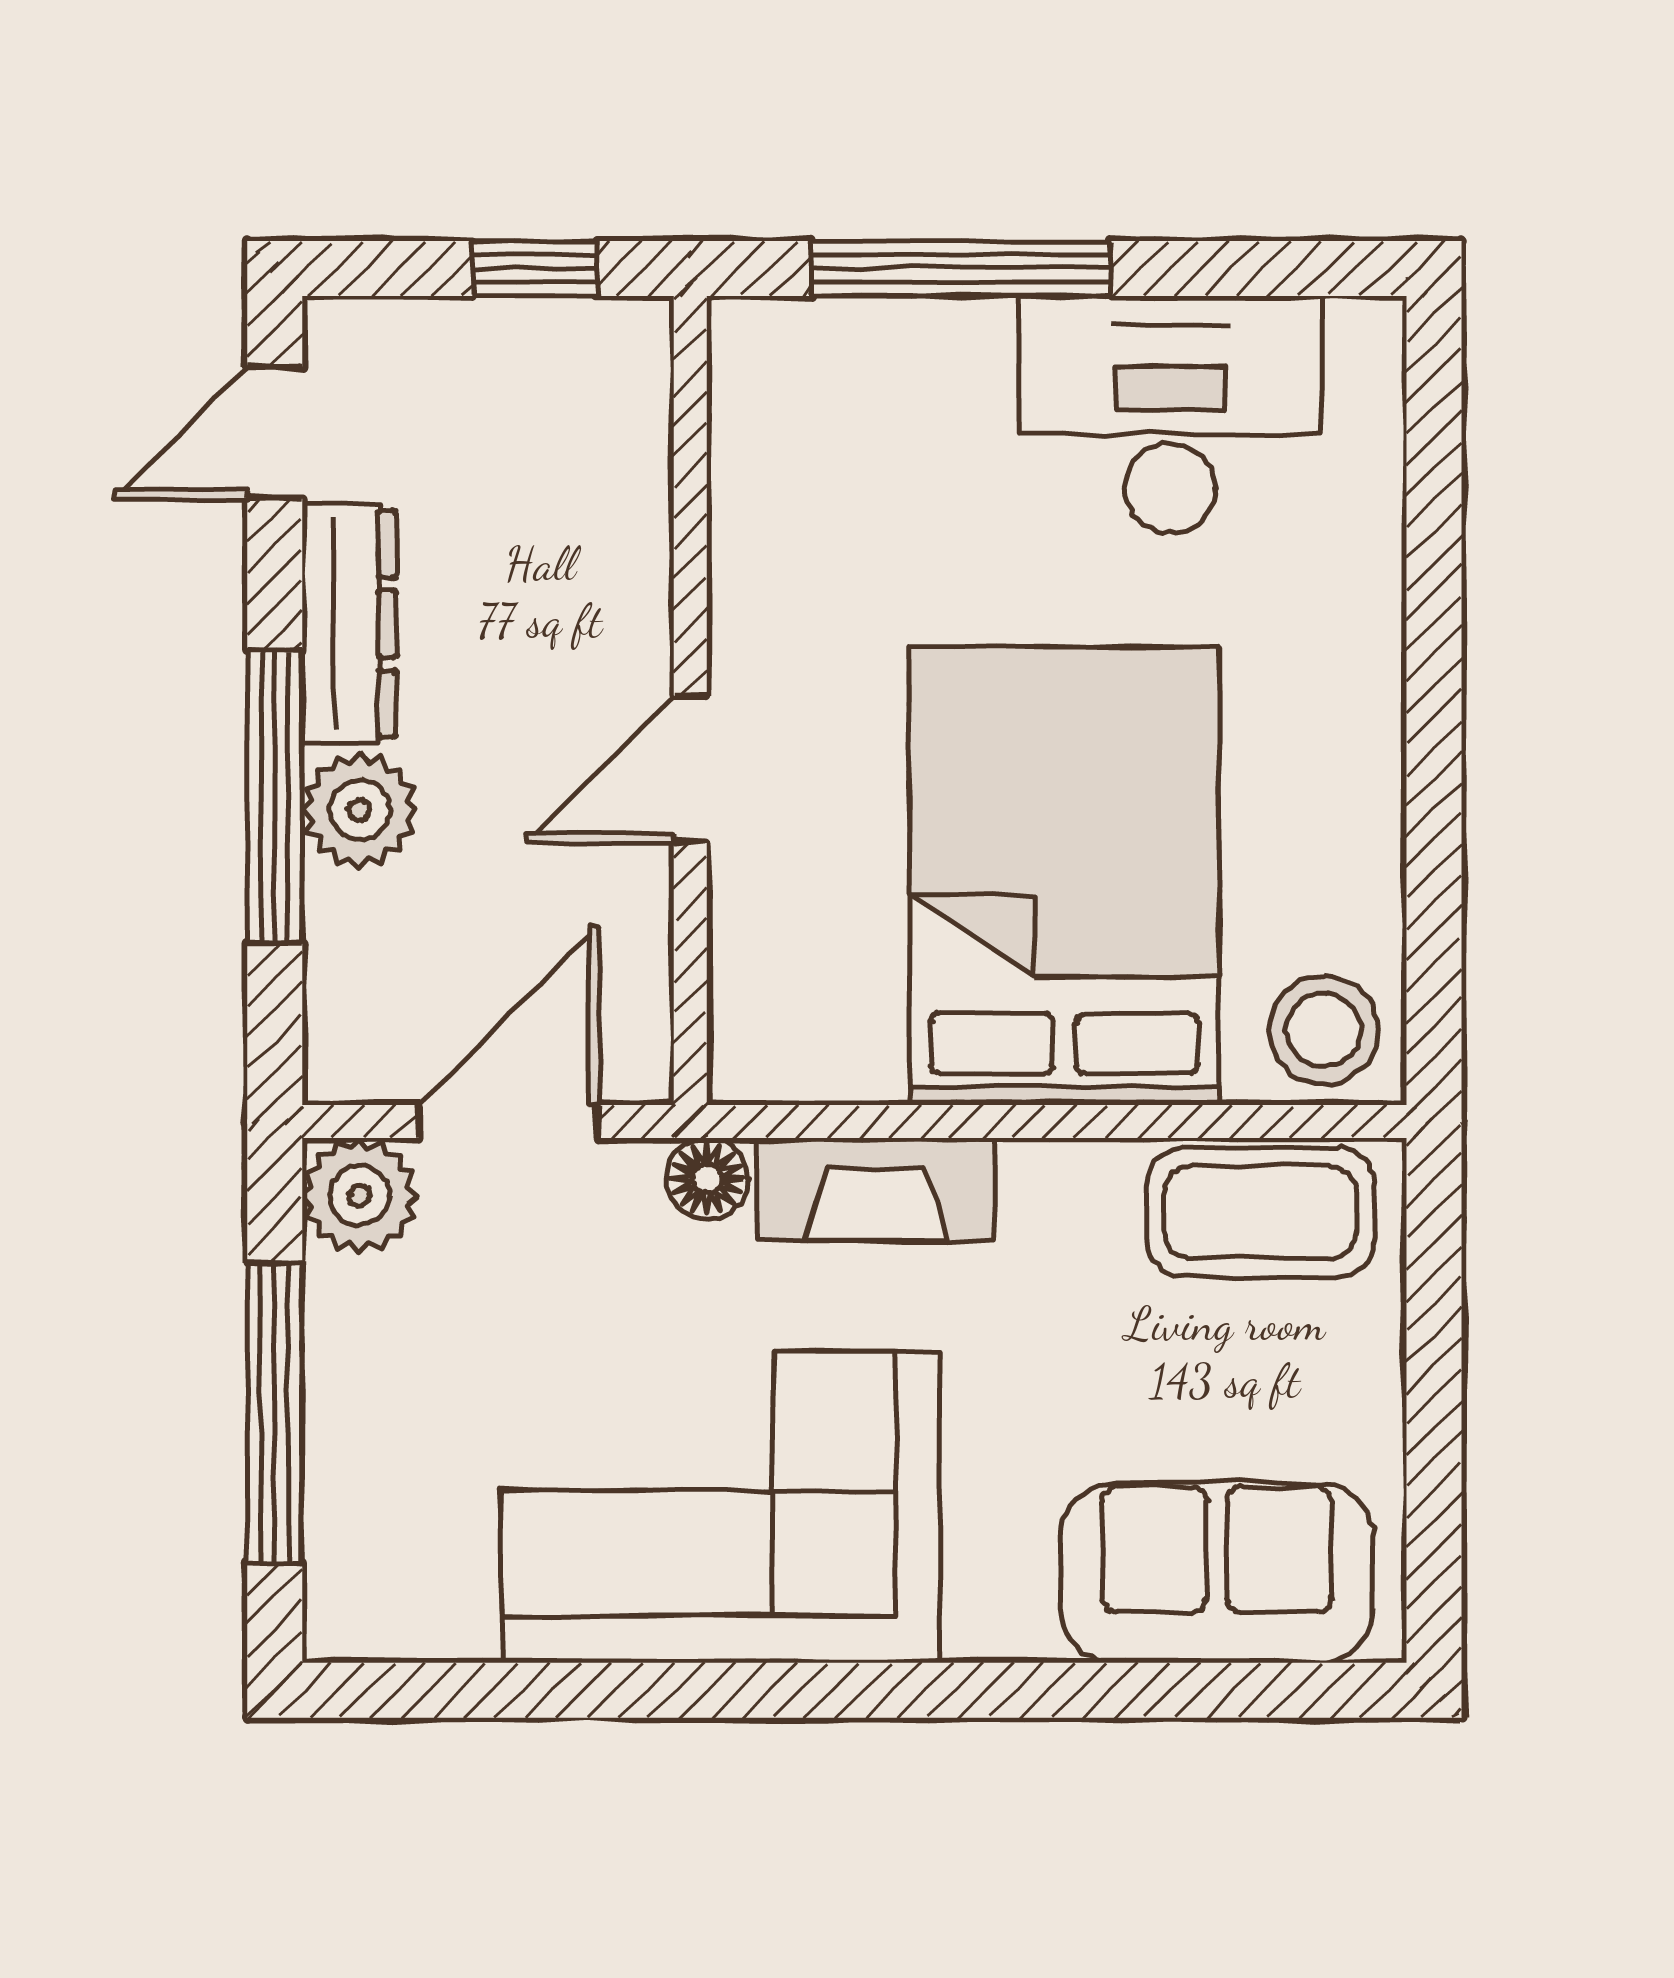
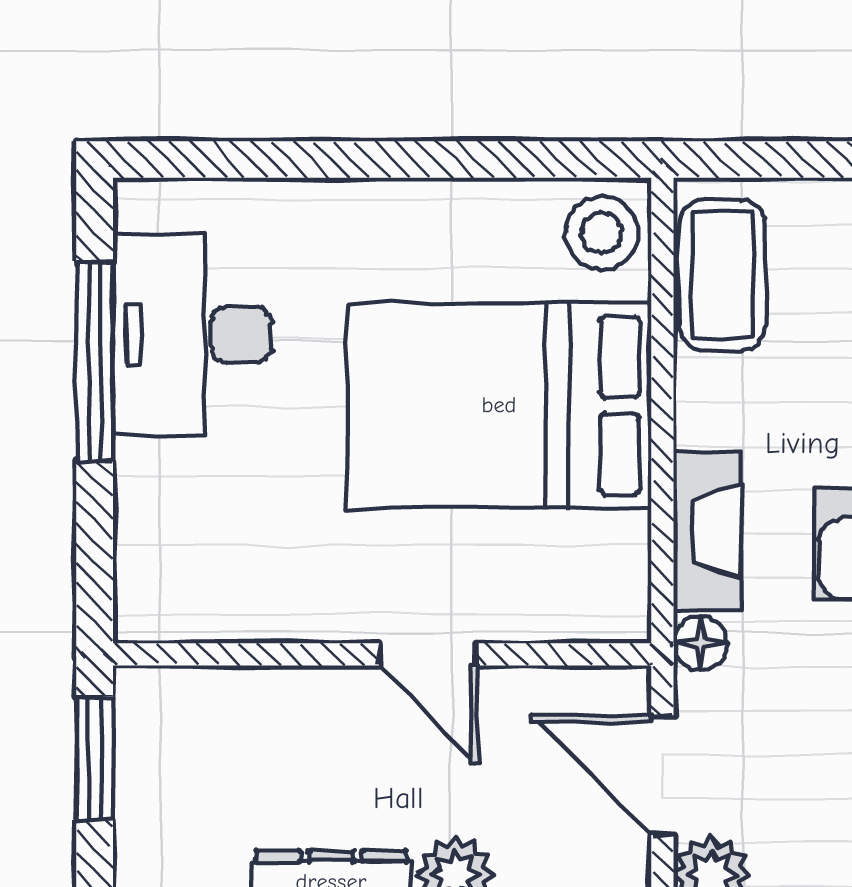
window: (535, 268) -> (95, 758), width x1.50
window: (961, 268) -> (95, 362), moved

